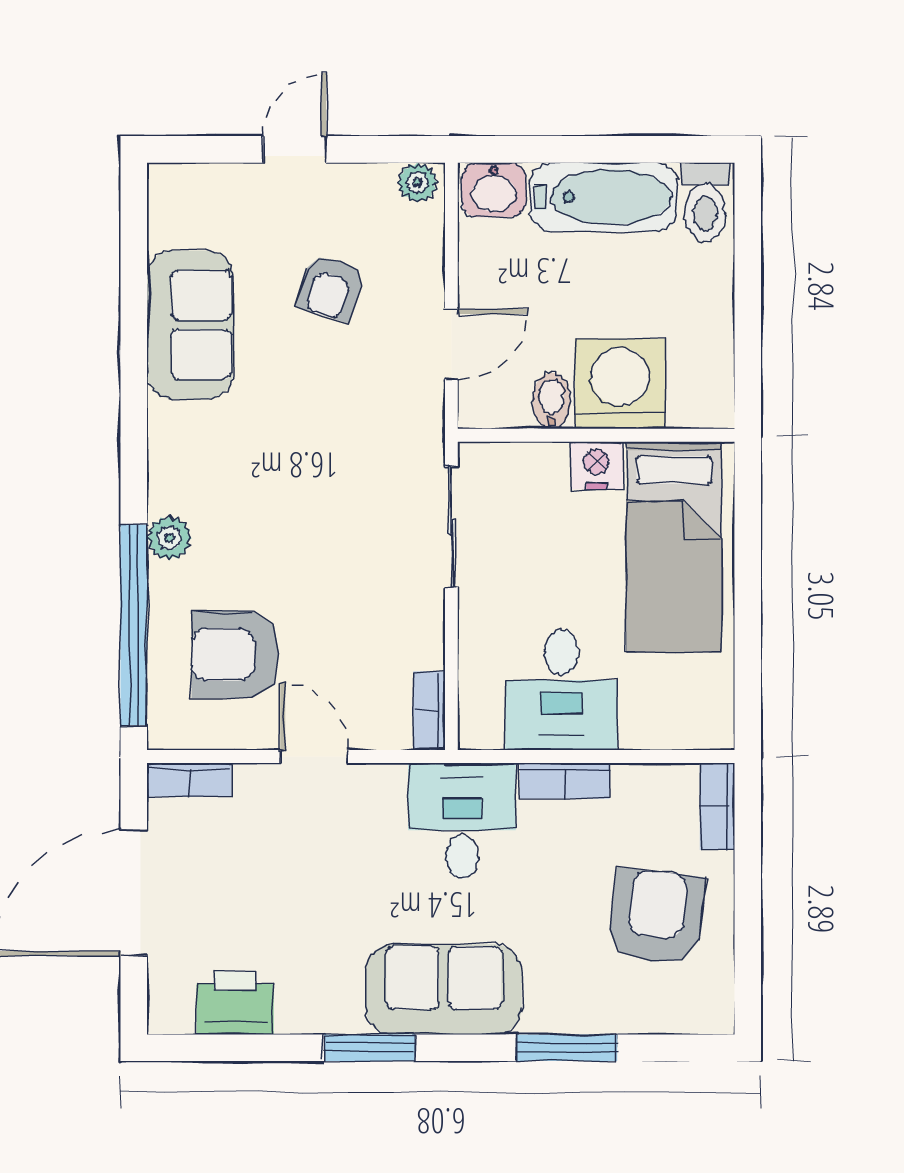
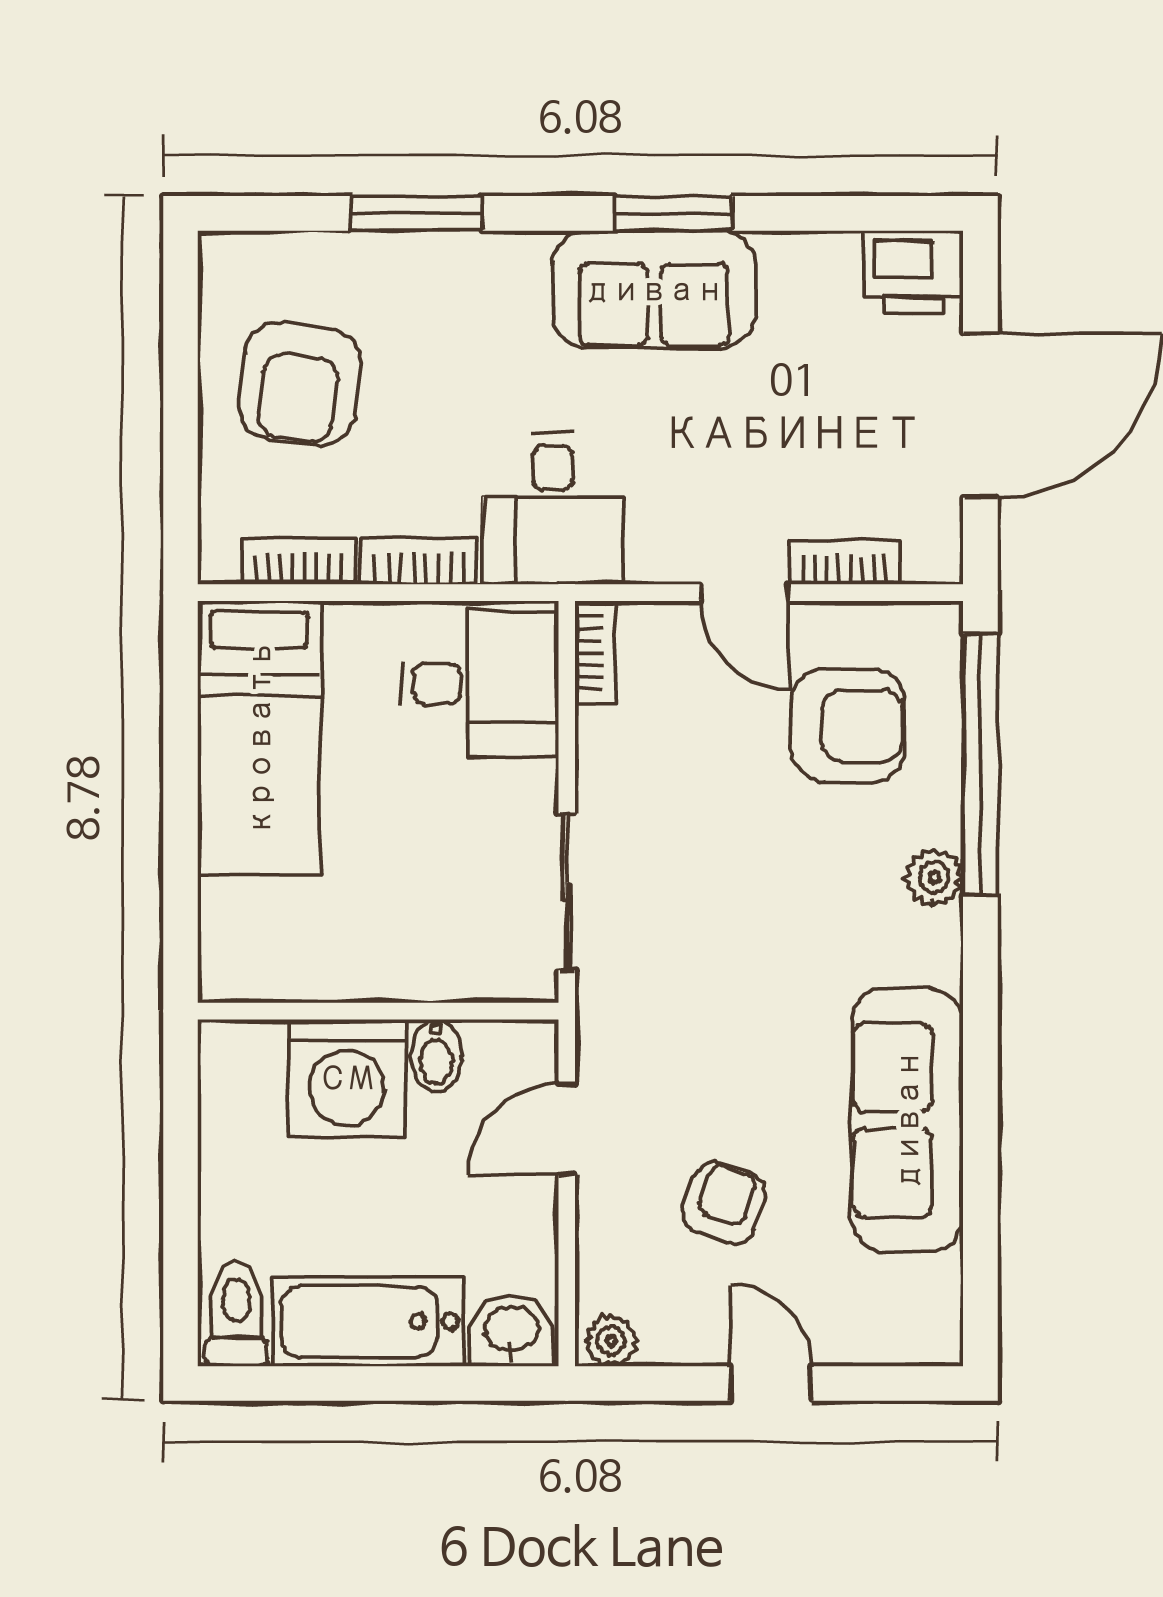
door: (295, 149) -> (771, 1384), swing flipped
sofa: (190, 325) -> (907, 1120), width x1.36
nightstand: (597, 465) -> (377, 972), removed
bed: (674, 547) -> (259, 738), moved, turned 180
desk: (561, 690) -> (480, 684), moved, turned 90
bookcase: (189, 780) -> (845, 562), moved
bookcase: (717, 806) -> (299, 562), moved, turned -90
sofa: (444, 990) -> (654, 289), moved
printer: (235, 1003) -> (913, 272), moved

